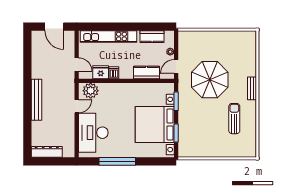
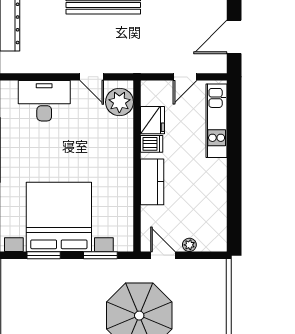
kitchen unit: (109, 37) -> (217, 121), width x0.73
kitchen counter: (152, 37) -> (216, 212), removed
door: (77, 64) -> (185, 77), moved
kitchen counter: (146, 73) -> (152, 182), moved
desk: (93, 133) -> (44, 101), width x0.73, depth x0.77

